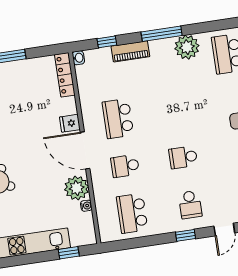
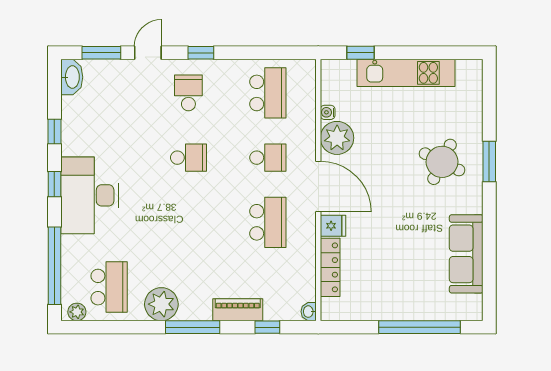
locker: (65, 75) -> (330, 267), moved

